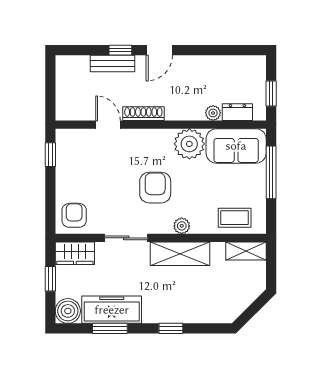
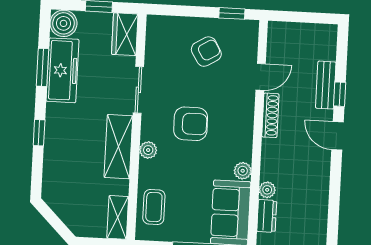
plant: (189, 144) -> (243, 171), width x0.53, depth x0.53
armchair: (74, 215) -> (206, 52), moved, turned -31

